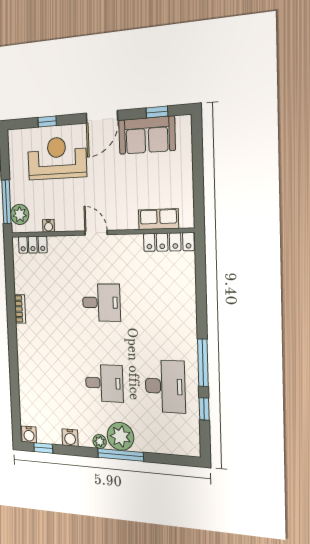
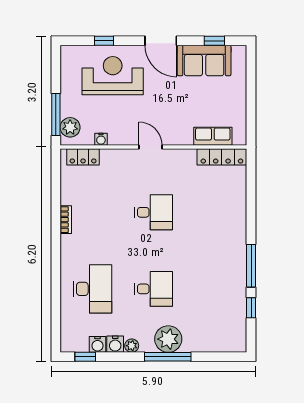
door: (102, 117) -> (161, 41), hinge flipped
desk: (165, 386) -> (93, 289), moved
water cooler: (29, 434) -> (97, 344), moved
plant: (100, 441) -> (132, 346), moved

